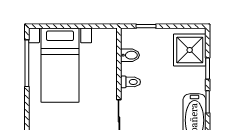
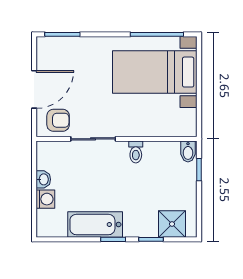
shower: (190, 50) -> (172, 224), width x0.73, depth x0.73
bidet: (130, 55) -> (188, 151), moved

